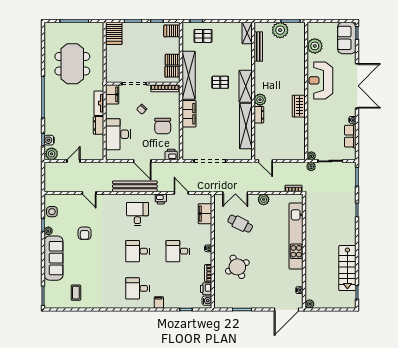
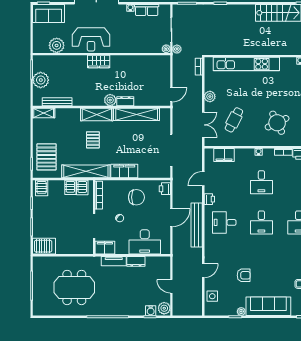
pallet: (203, 36) -> (47, 157), width x1.50, depth x1.42
wardrobe: (299, 106) -> (99, 62), moved
side table: (52, 212) -> (212, 296), moved

